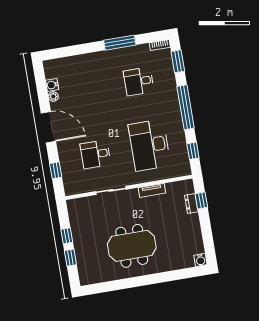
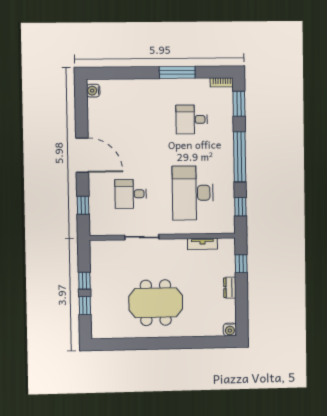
water cooler: (52, 85) -> (93, 91), moved
plant: (53, 96) -> (93, 121), removed
tv unit: (152, 190) -> (202, 244), moved
dresser: (191, 203) -> (230, 288), moved

